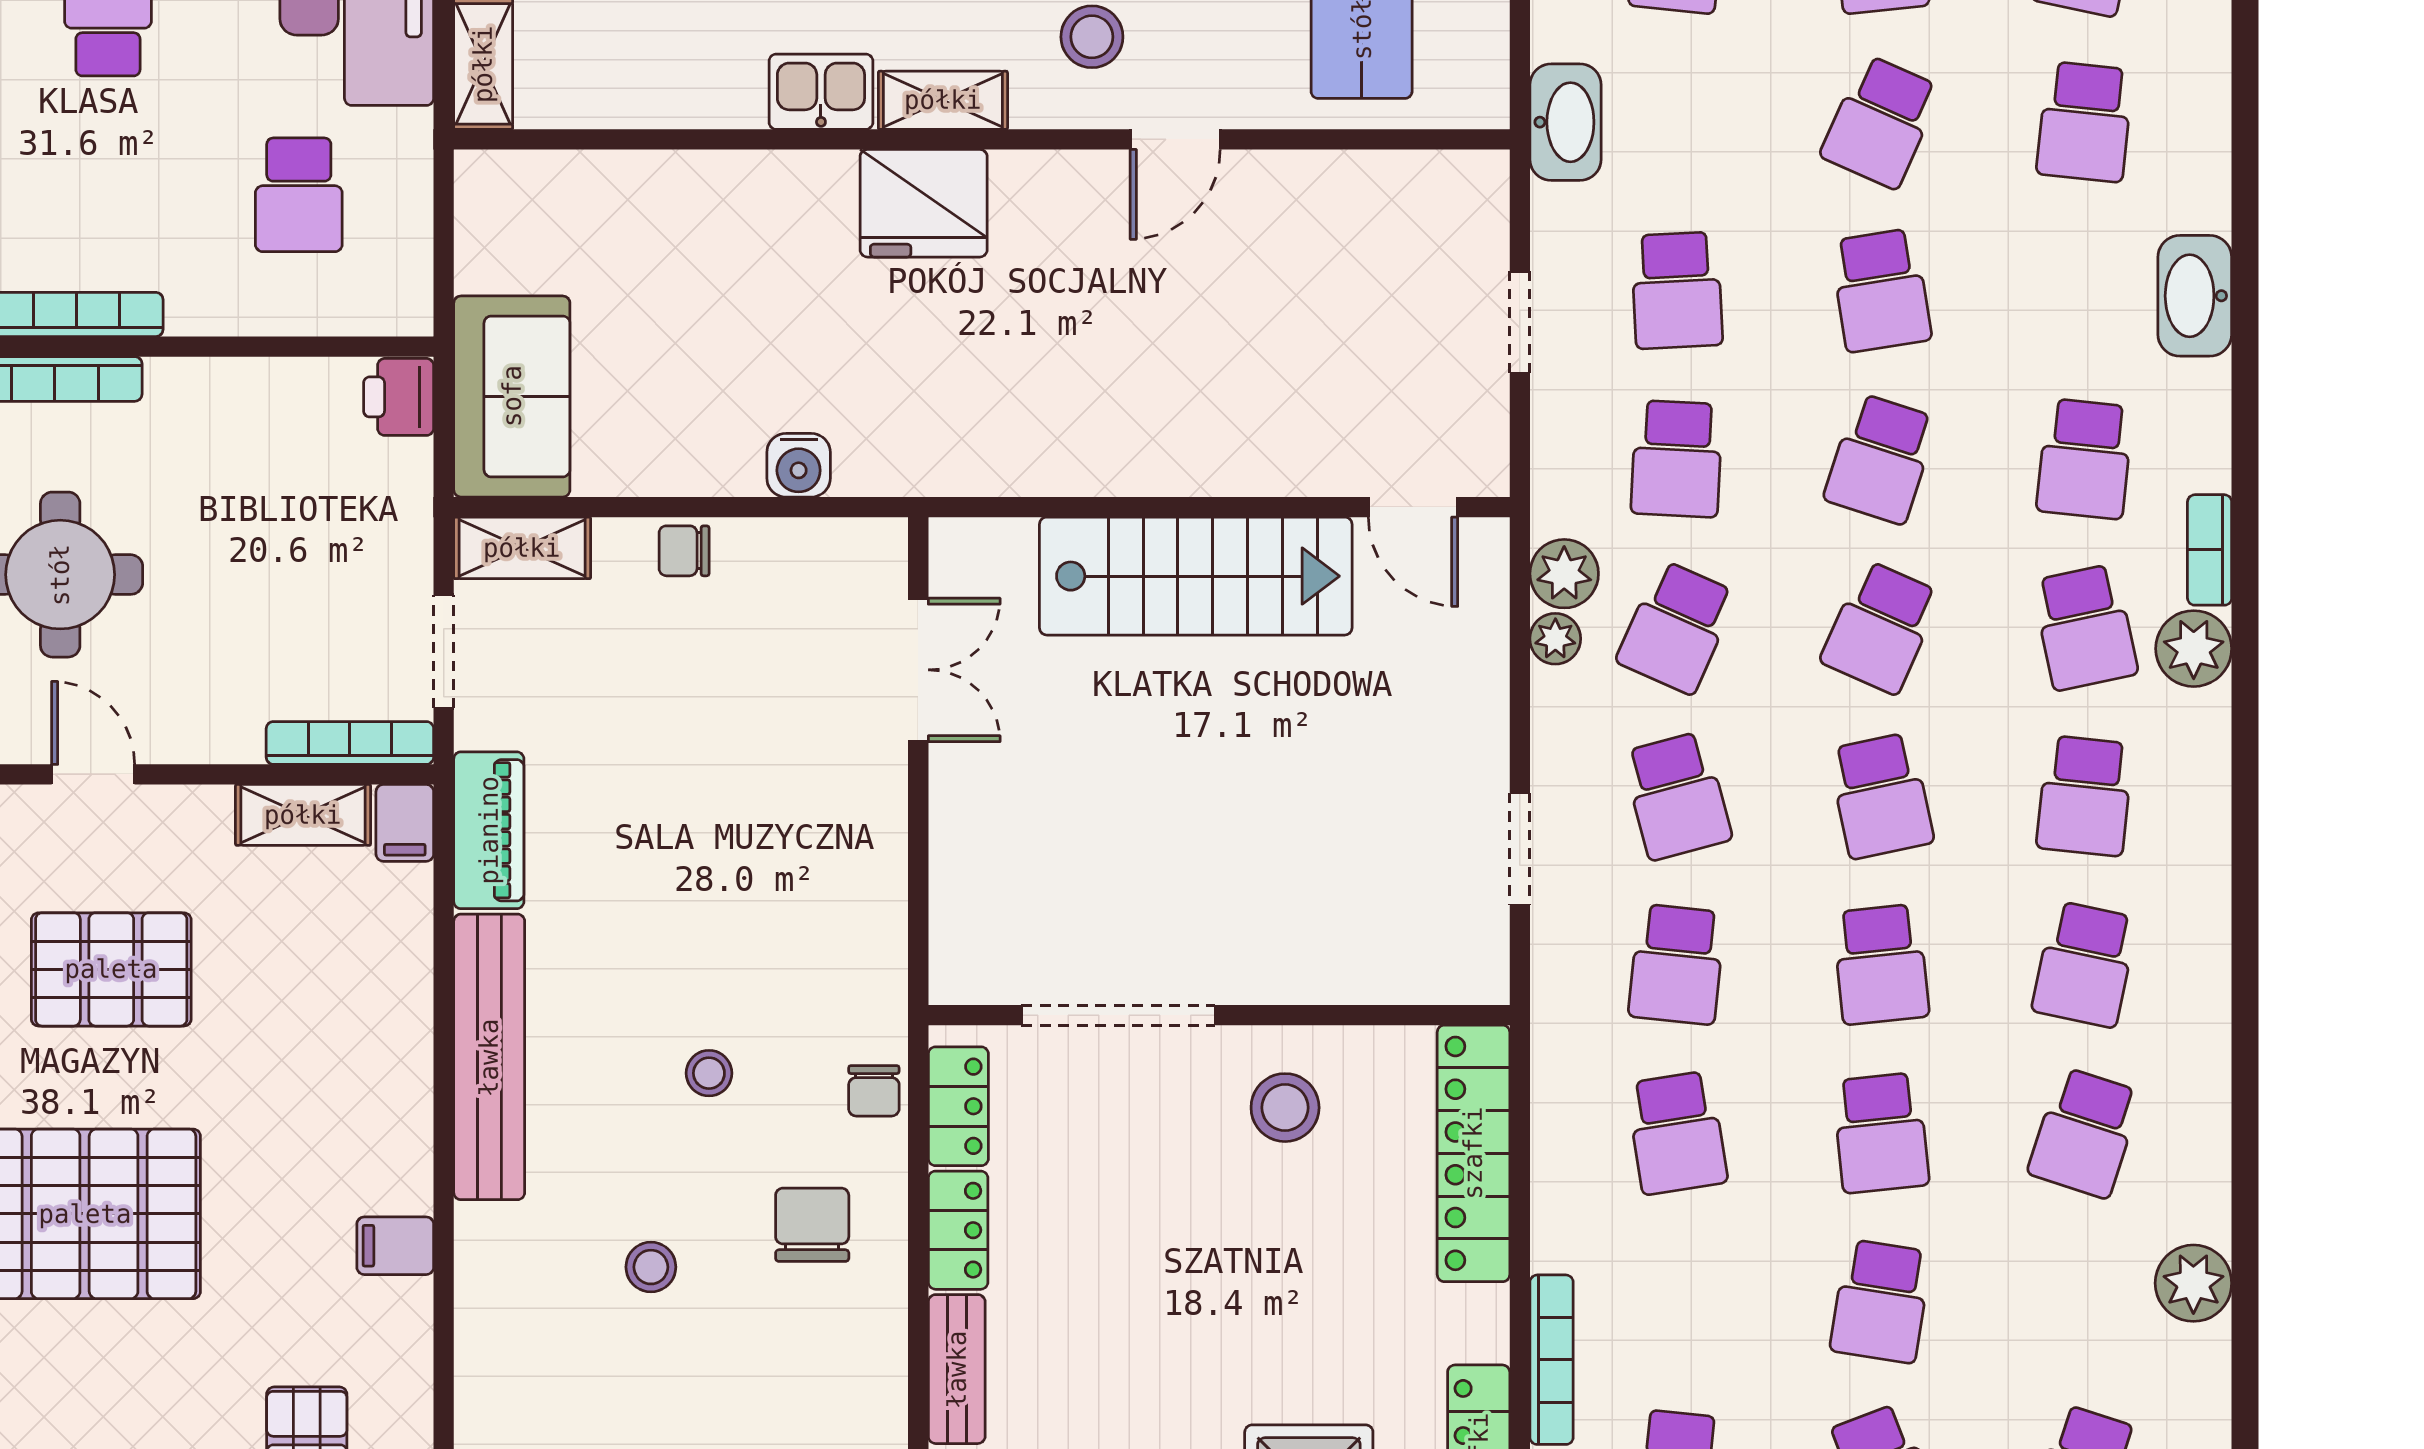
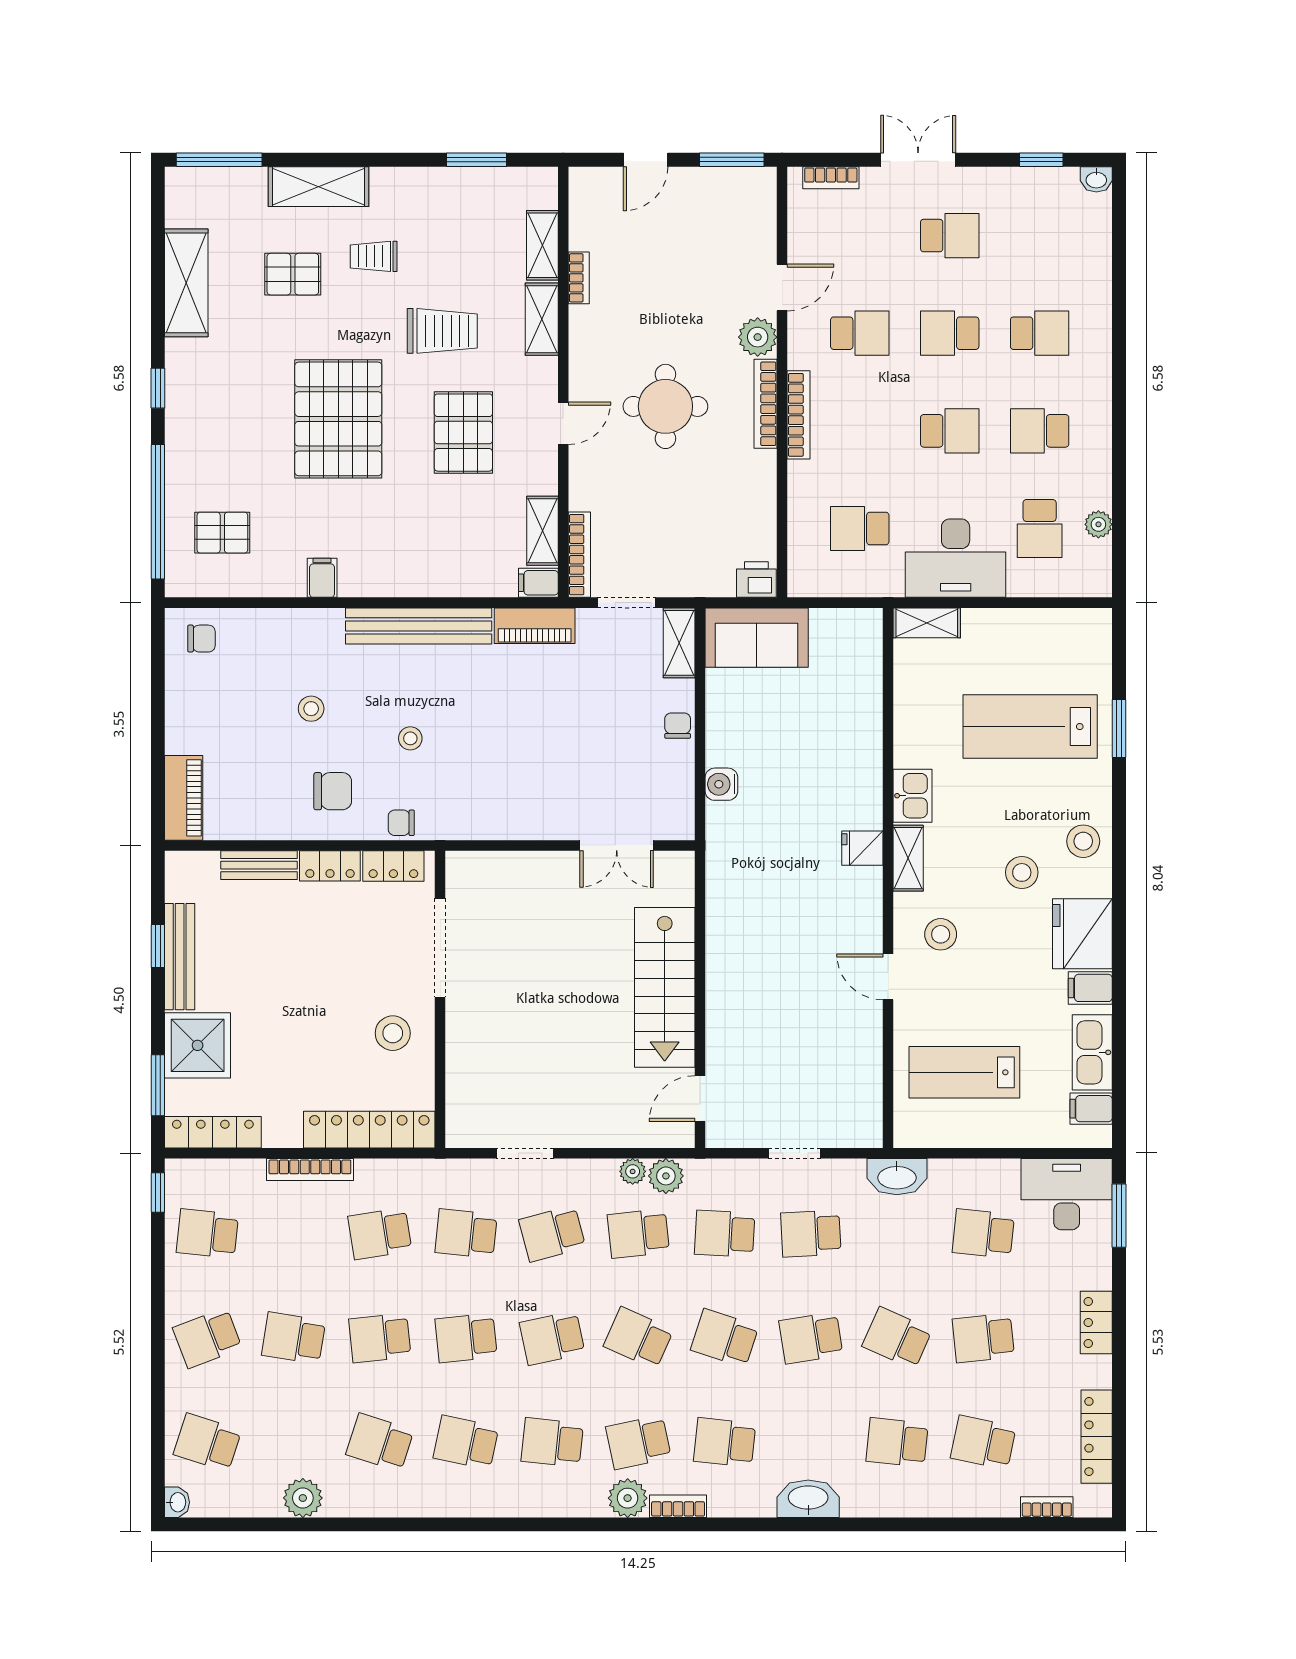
fridge: (924, 203) -> (862, 848), width x0.53, depth x0.75
school desk: (1677, 627) -> (638, 1234), turned -30
bookcase: (1552, 1360) -> (310, 1170), moved

